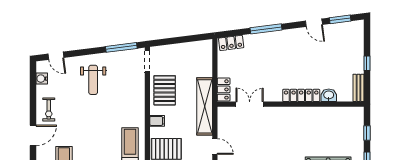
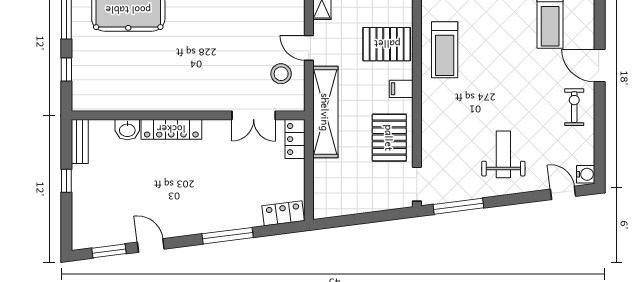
water cooler: (42, 79) -> (586, 174), moved
stool: (232, 130) -> (281, 74), added
door: (33, 135) -> (600, 66), hinge flipped

